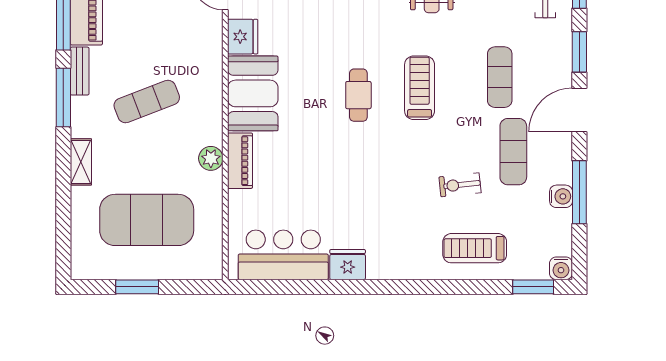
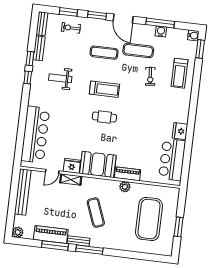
treadmill: (420, 88) -> (104, 89), turned 180
shelving: (81, 162) -> (71, 180), moved

